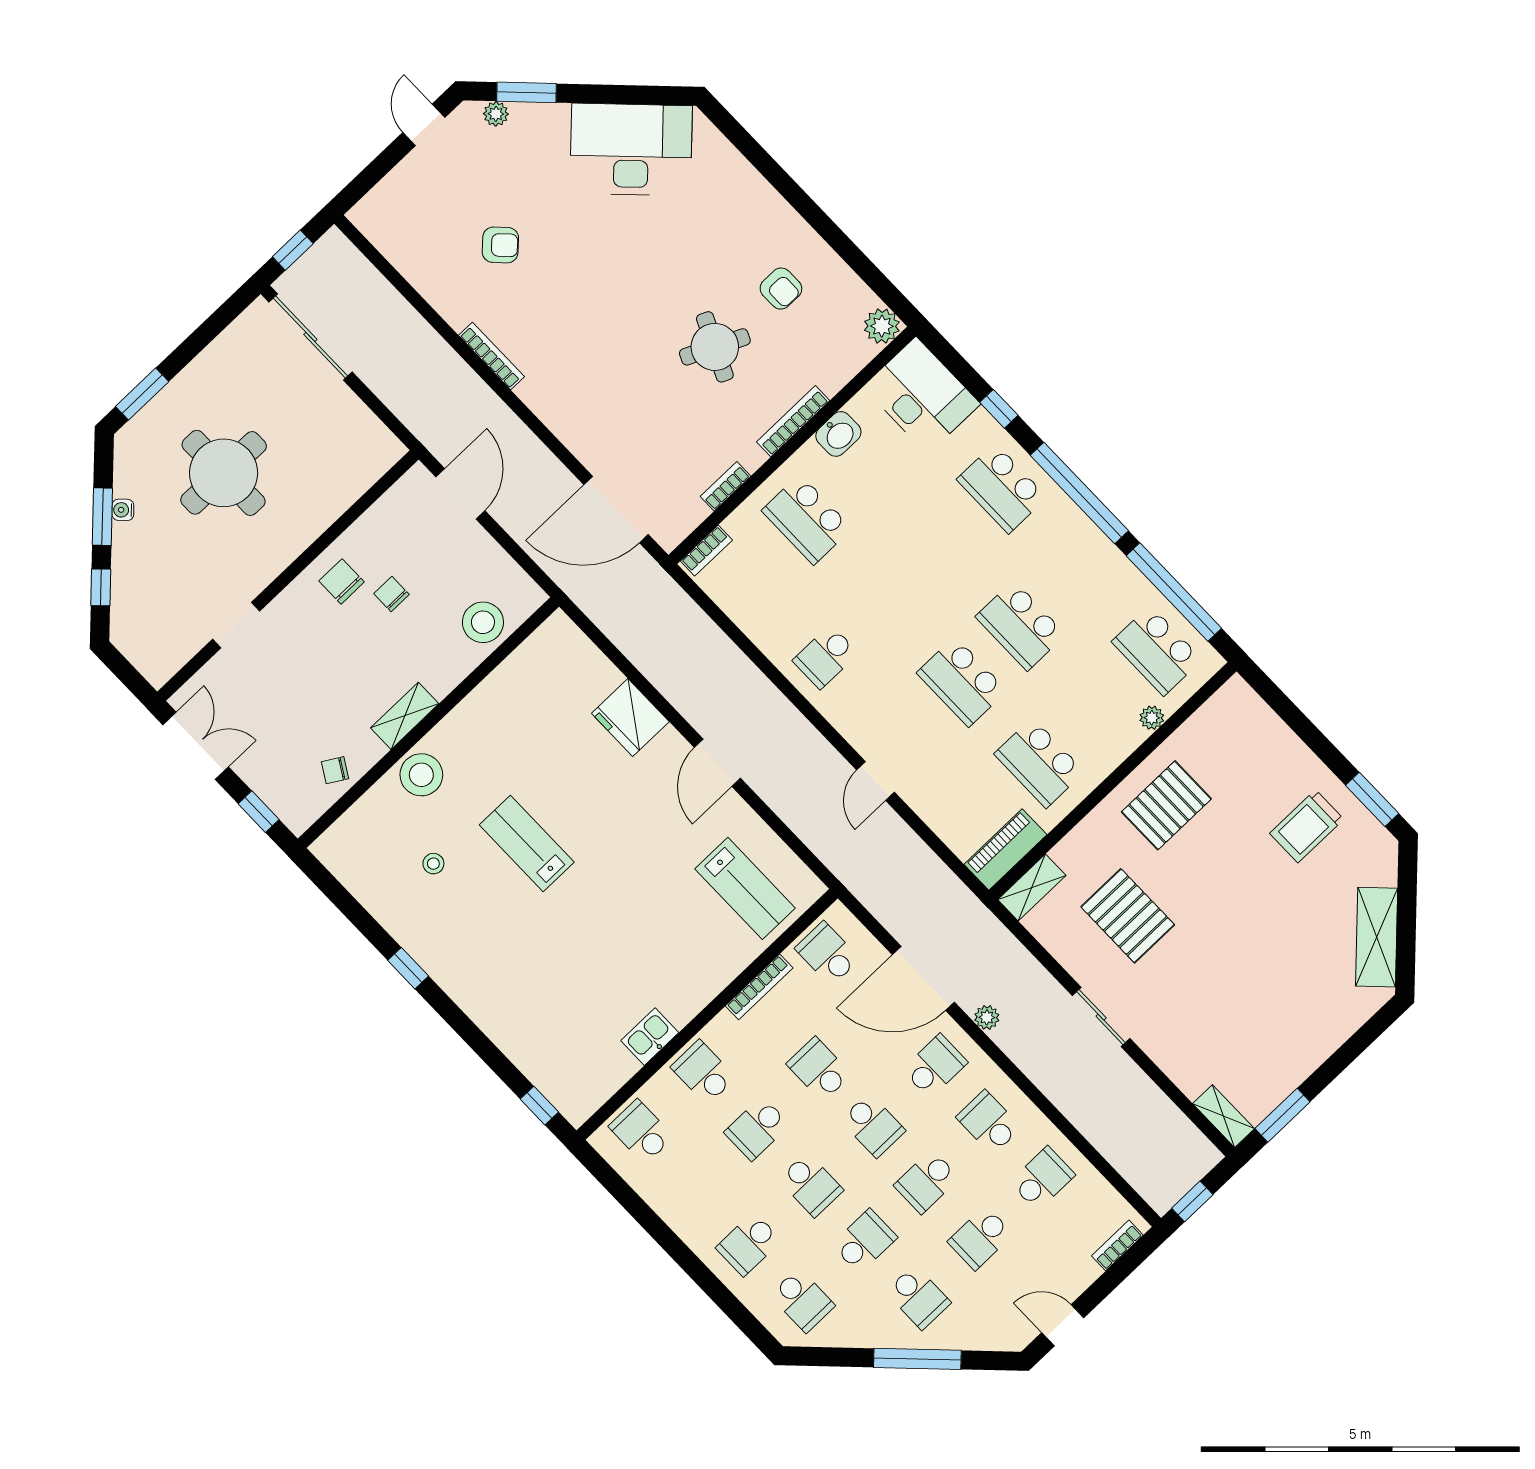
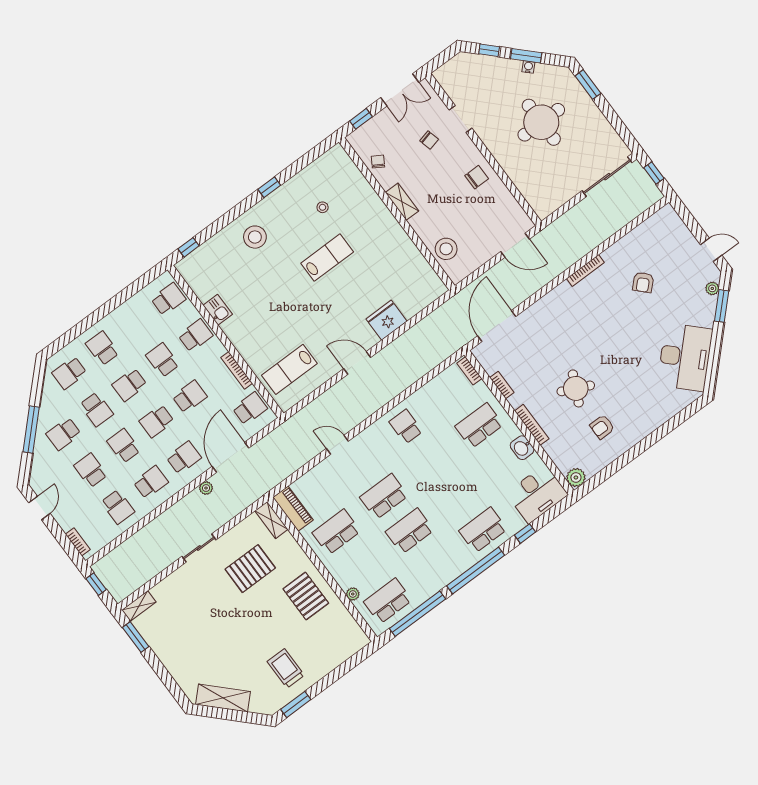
chair: (392, 594) -> (429, 140), moved, turned 76
stool: (421, 775) -> (255, 237), moved
school desk: (935, 1066) -> (184, 458), turned -90

